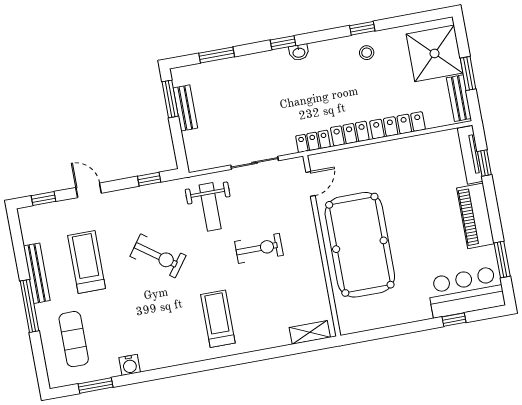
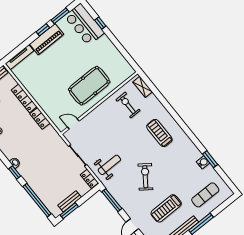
window: (217, 55) -> (37, 200), width x2.11
locker: (313, 141) -> (89, 179), moved
window: (484, 163) -> (43, 30), moved
window: (149, 179) -> (112, 200), width x2.17
pool table: (360, 245) -> (89, 86), width x0.73, depth x0.76
exercise bike: (259, 248) -> (128, 105), moved
treadmill: (218, 319) -> (159, 133), turned 90
window: (95, 385) -> (210, 159), moved

